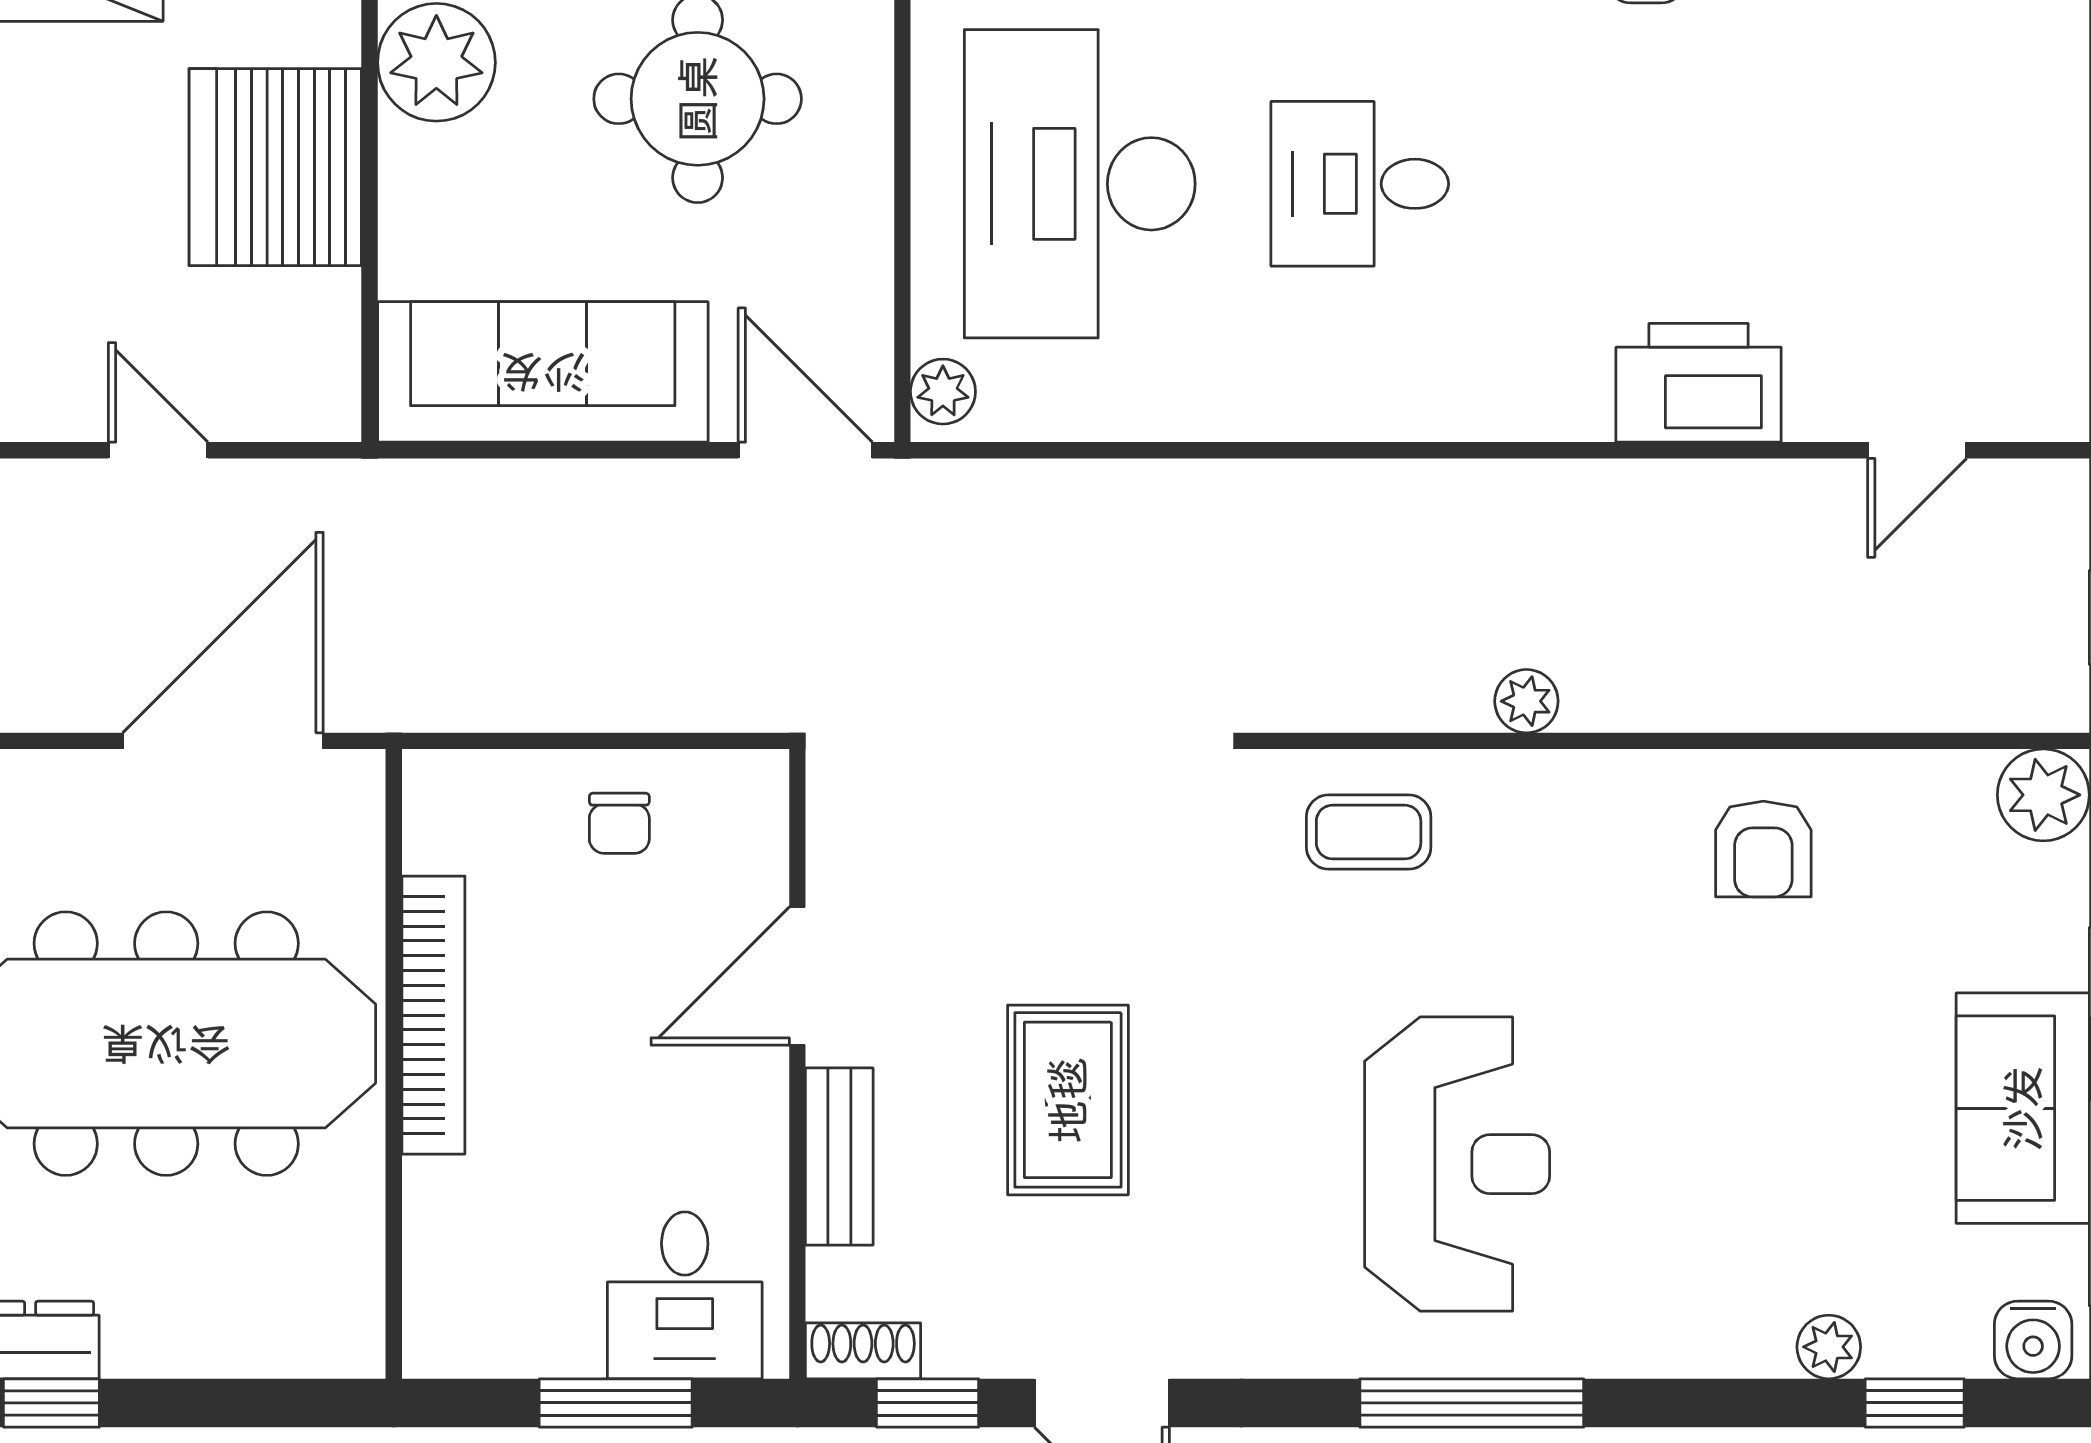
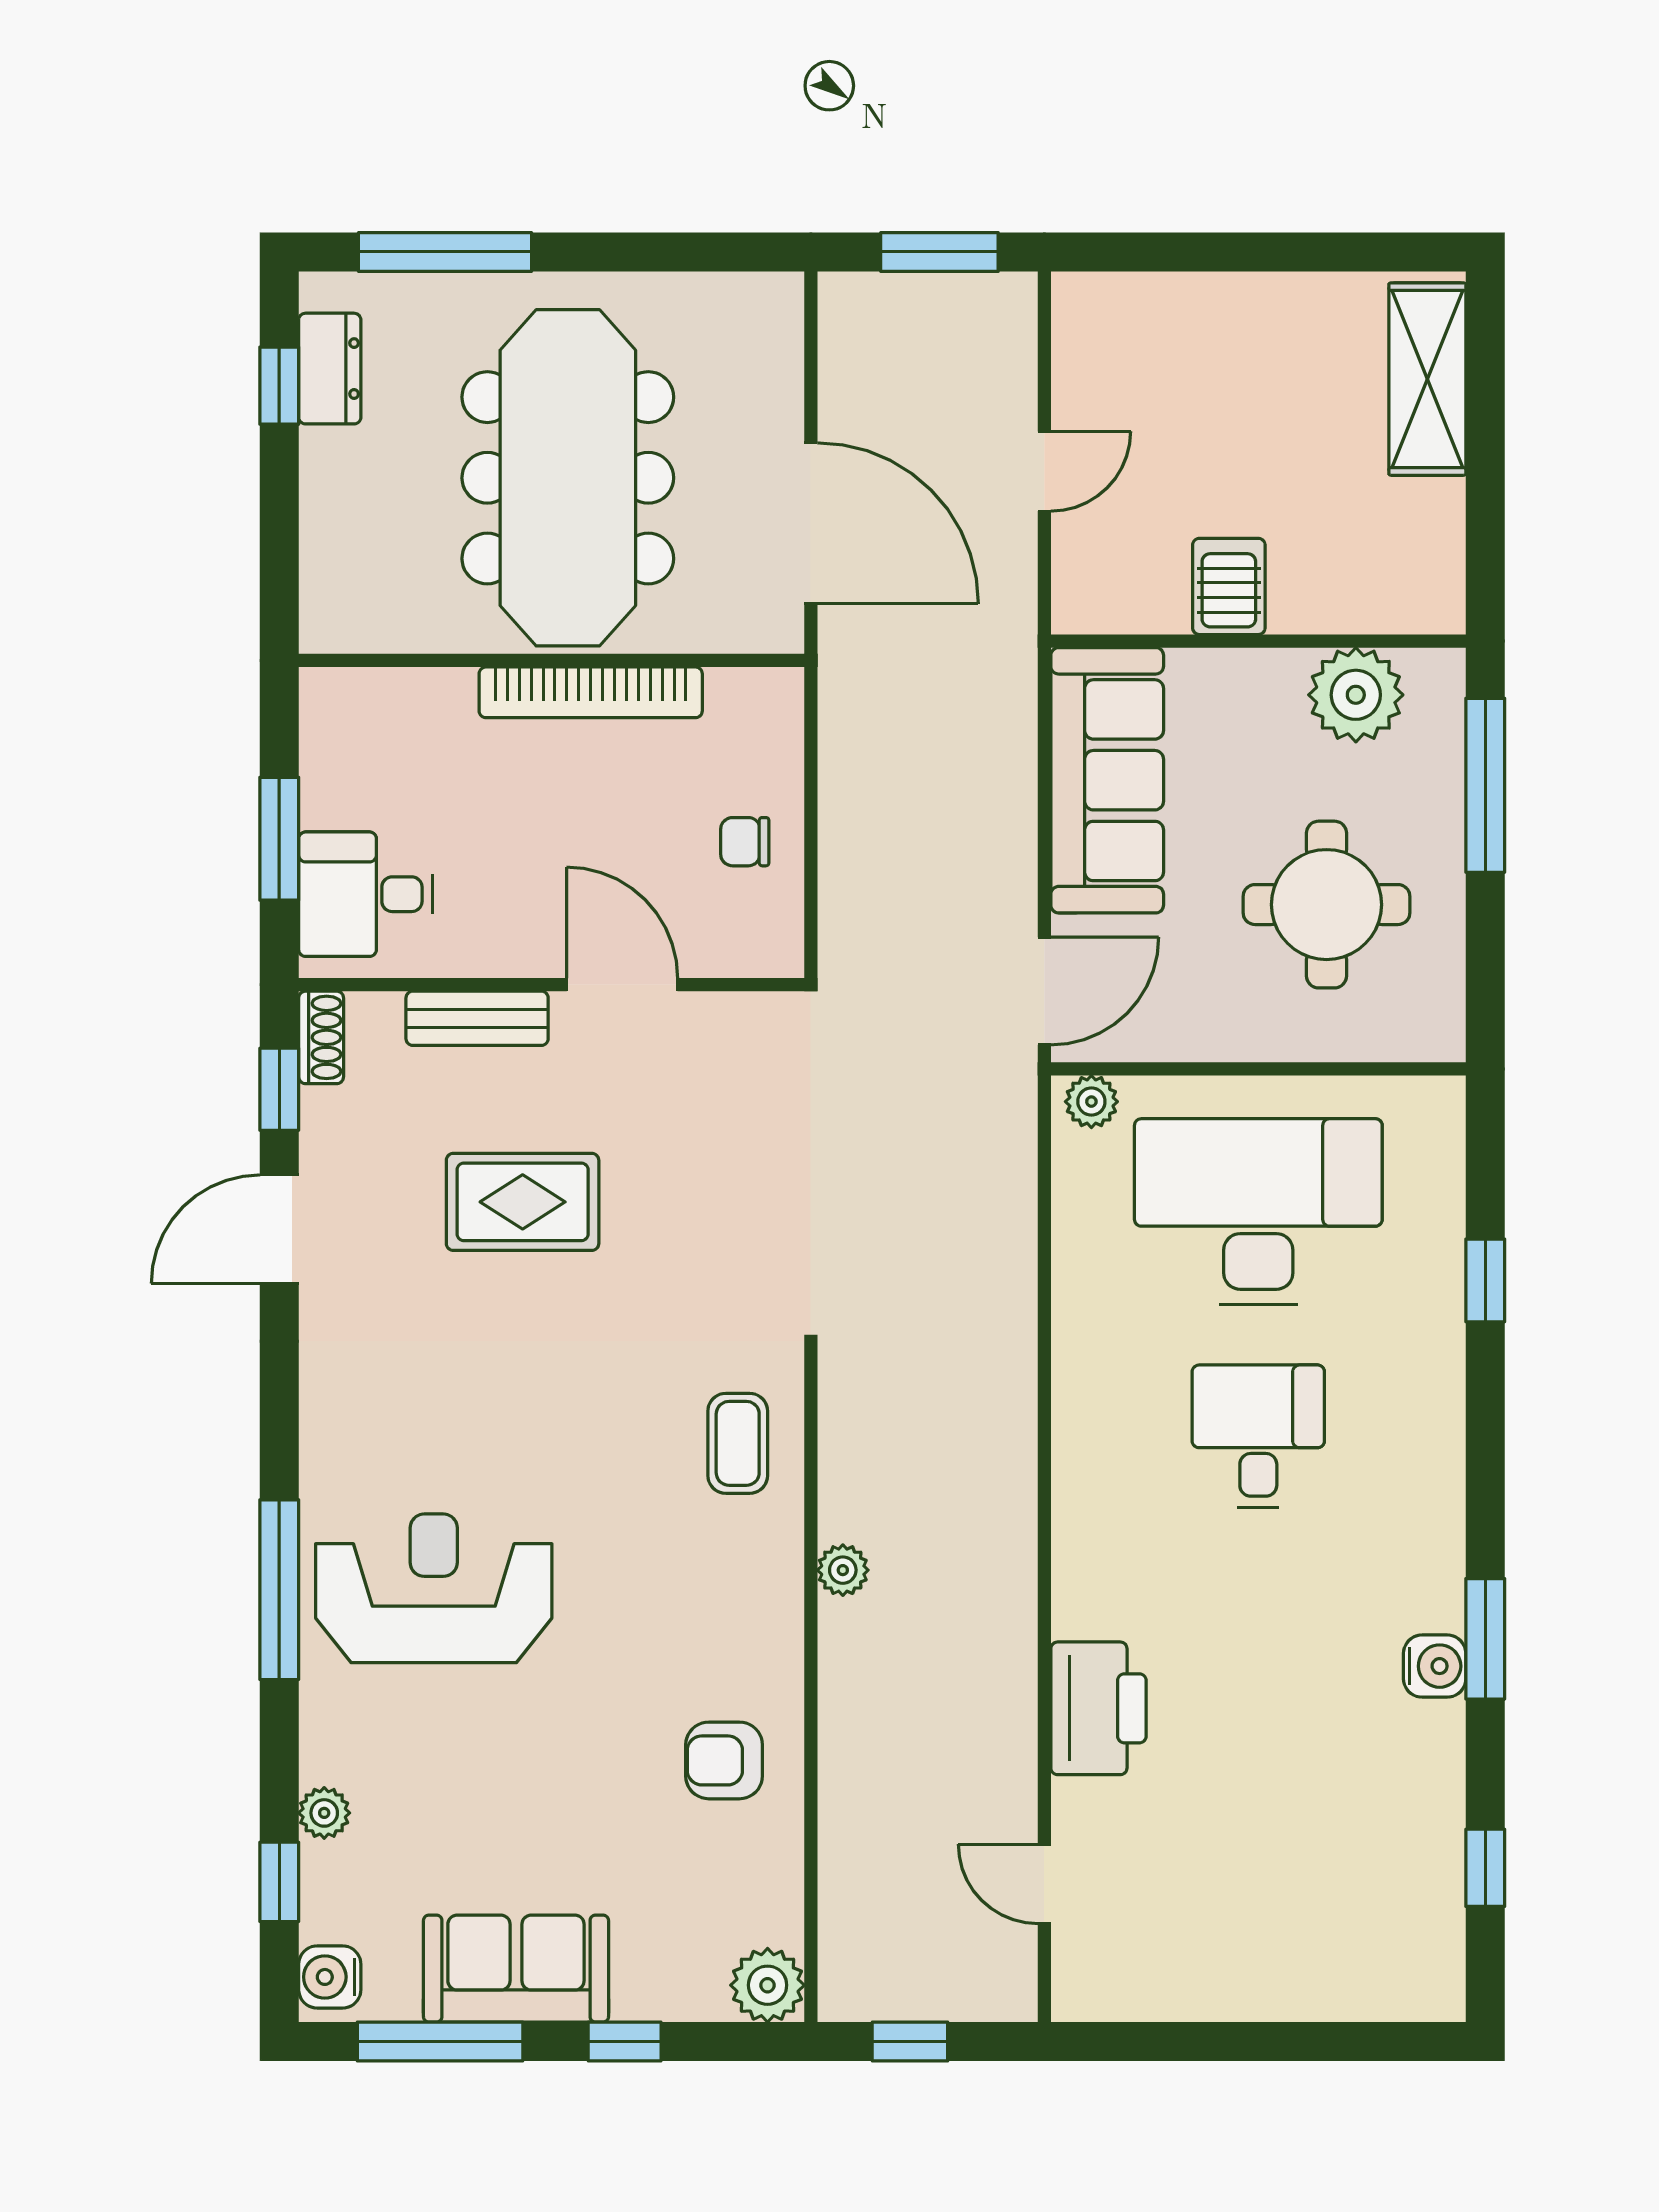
server rack: (275, 167) -> (1229, 586), width x0.46, depth x0.70
reception desk: (1457, 1164) -> (434, 1588), moved, turned 180
window: (1472, 1403) -> (279, 1590), moved

